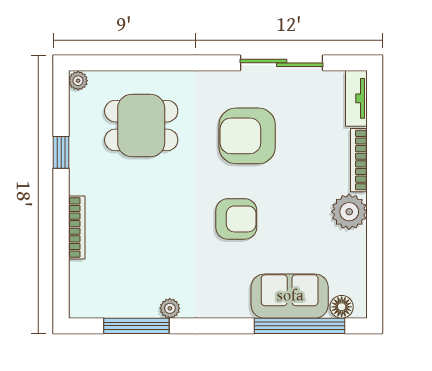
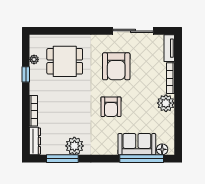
plant: (78, 81) -> (34, 59), moved
armchair: (247, 136) -> (116, 66), turned -90
armchair: (236, 219) -> (111, 107), turned 90
dresser: (80, 290) -> (35, 141), added
plant: (170, 308) -> (74, 146), width x1.88, depth x1.88

